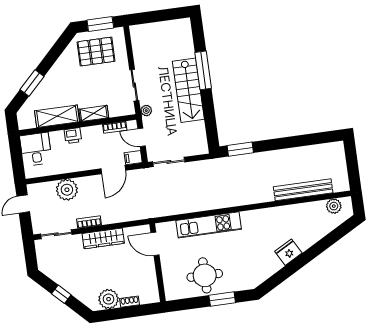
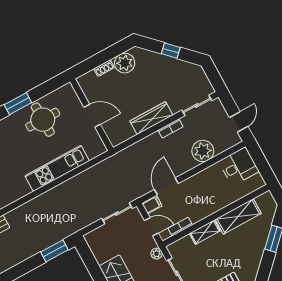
printer: (73, 136) -> (216, 204), removed
desk: (36, 149) -> (239, 166), moved, turned -90
door: (155, 244) -> (92, 116), moved

